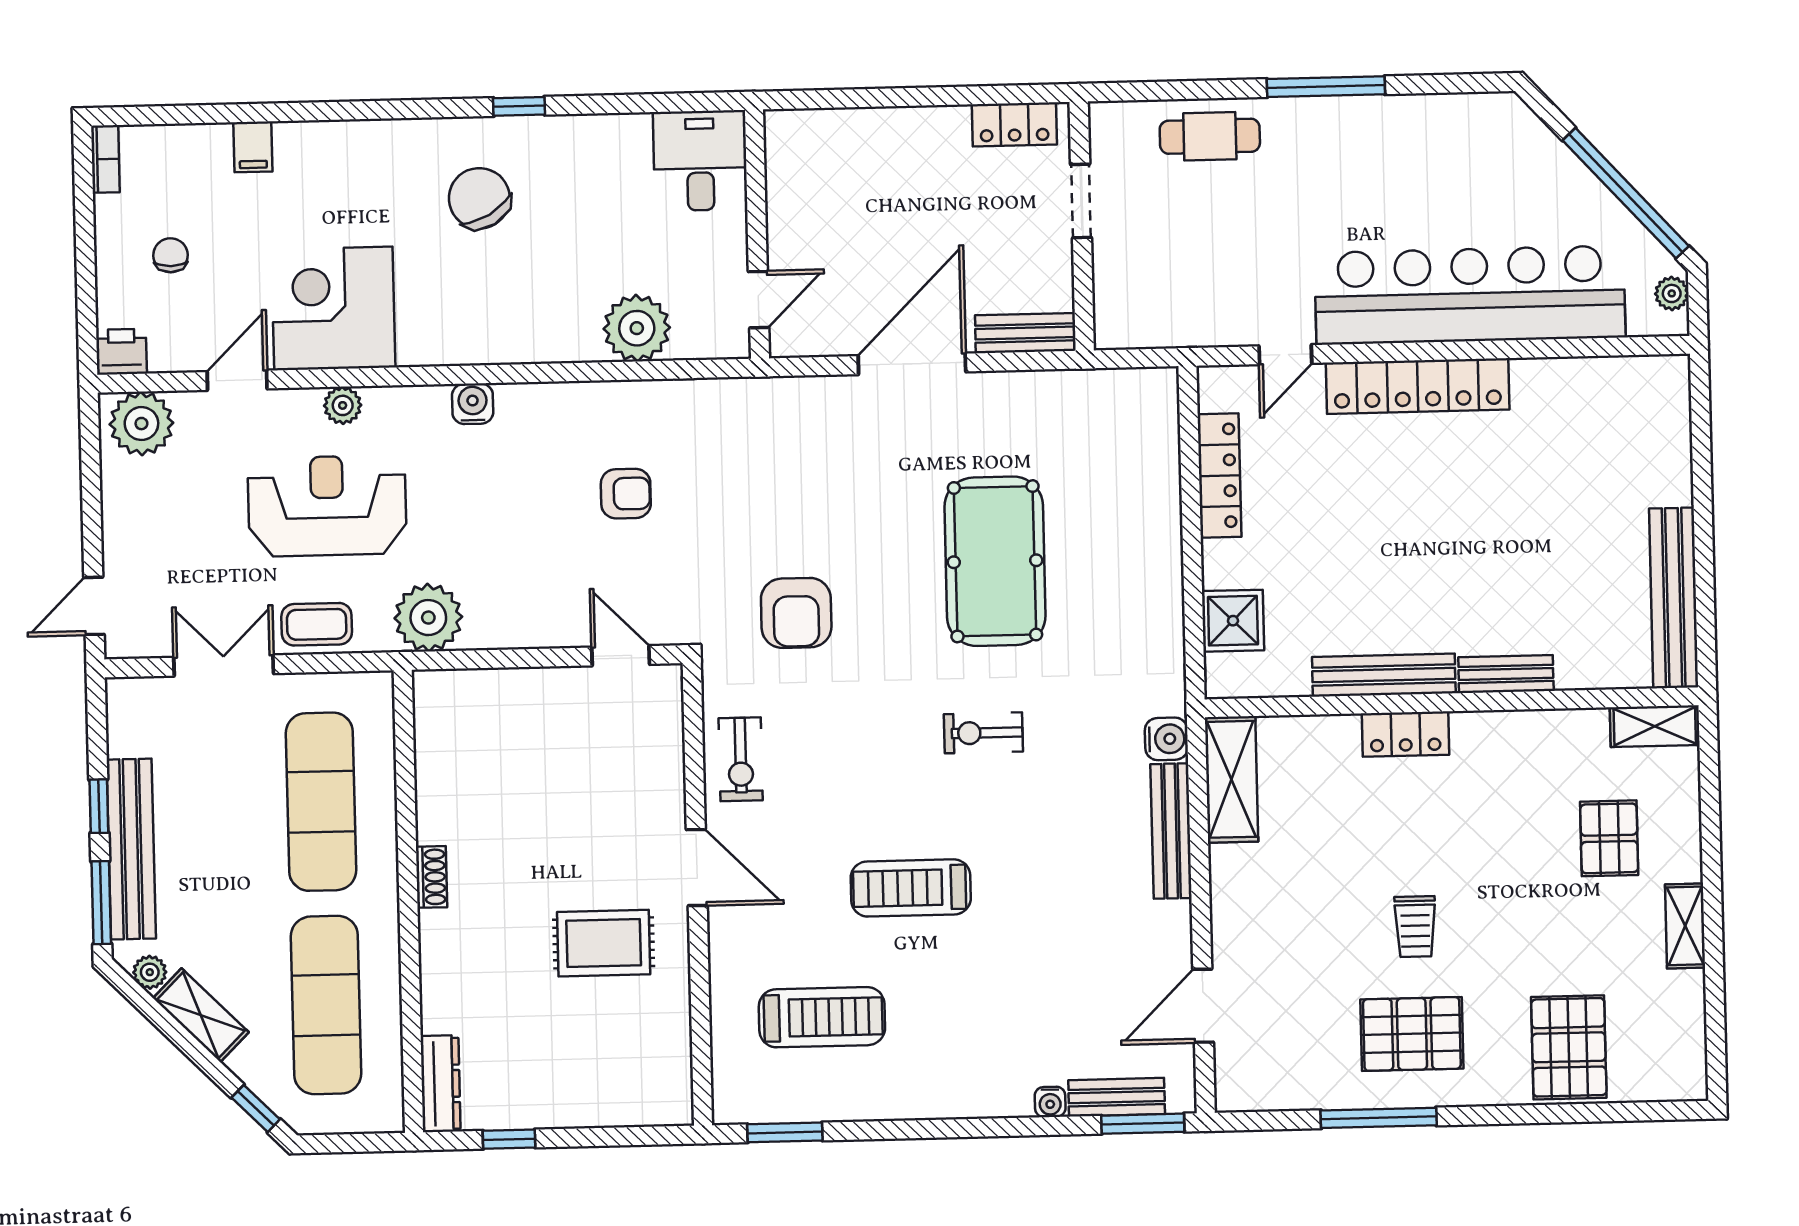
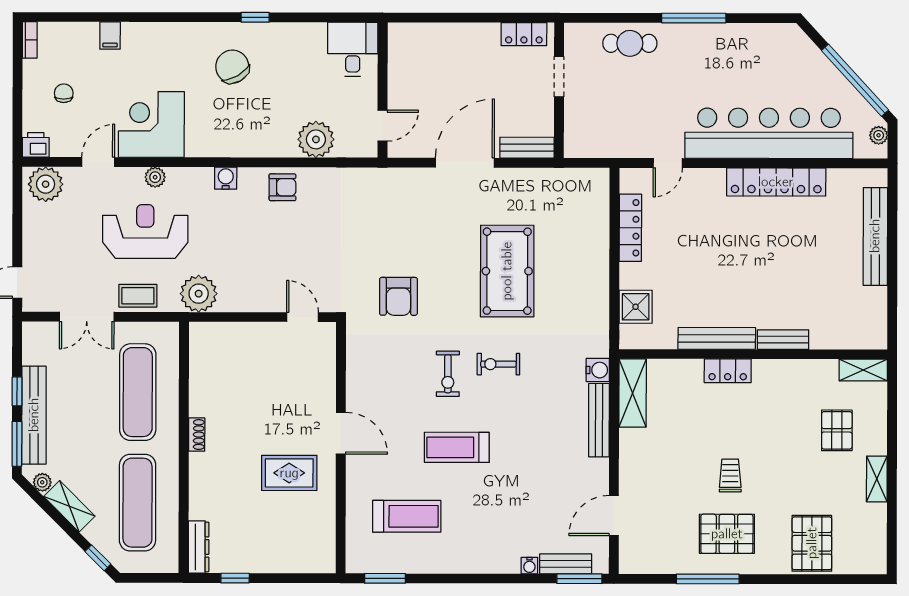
locker: (1418, 386) -> (776, 182), moved
armchair: (626, 494) -> (282, 187), moved
bench: (1674, 598) -> (875, 236), moved
double door: (224, 665) -> (87, 317), swing flipped
exercise bike: (741, 759) -> (448, 374), moved
trolley: (1415, 927) -> (730, 475), turned 180

